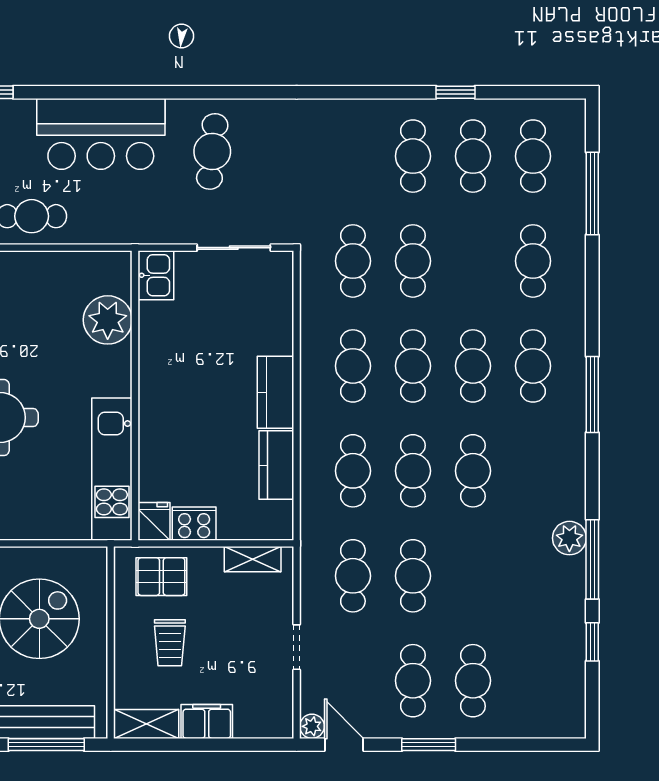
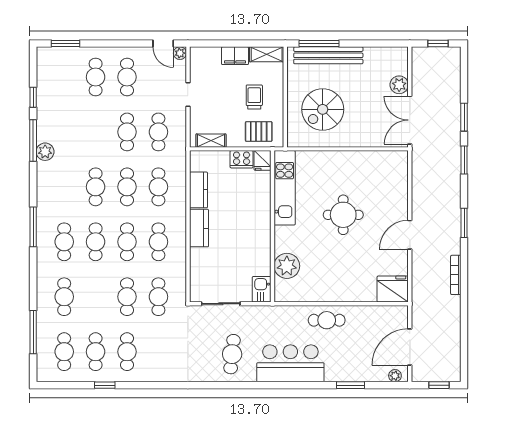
window: (429, 745) -> (66, 44), moved

